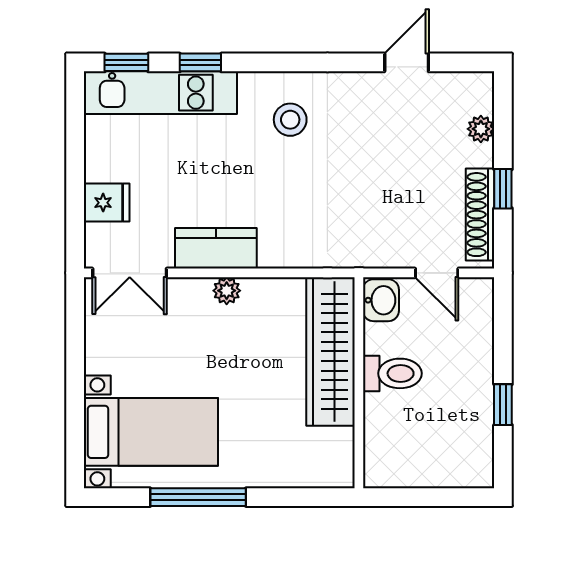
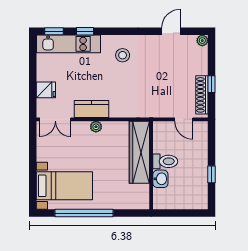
plant: (481, 129) -> (202, 41), moved
washbasin: (381, 300) -> (160, 179), moved
window: (198, 497) -> (84, 213), width x1.46

